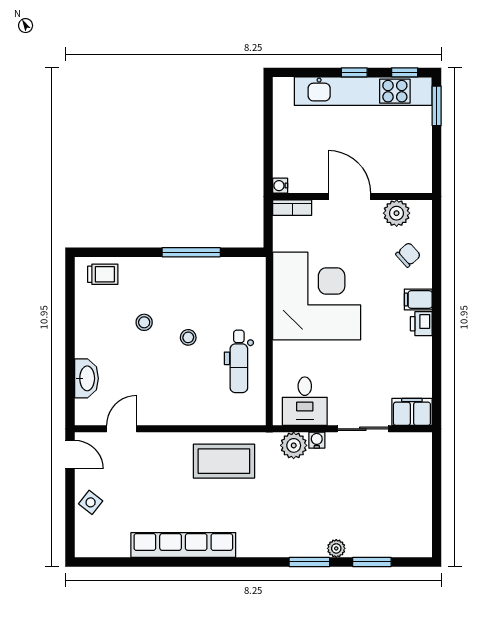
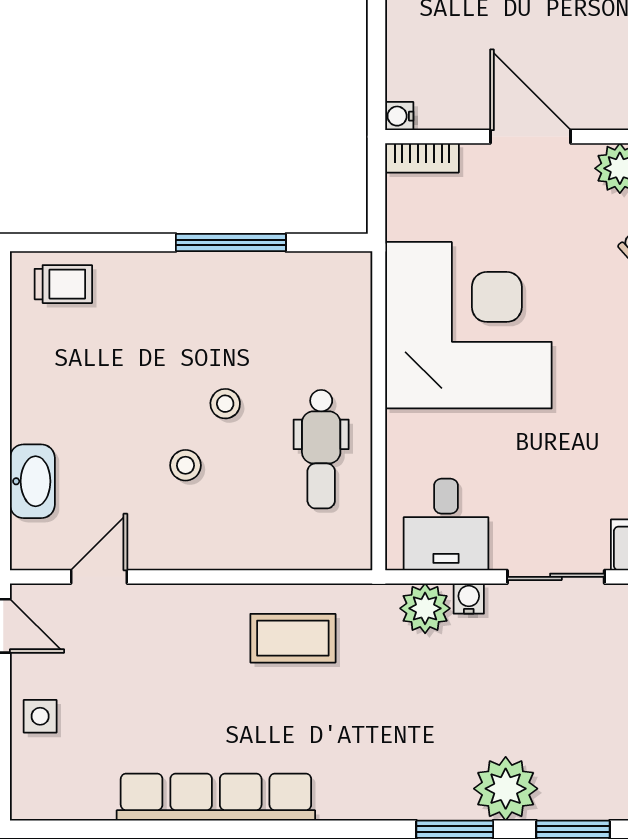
stool: (144, 322) -> (186, 465), moved
coffee table: (224, 461) -> (293, 638), width x0.73, depth x0.76
side table: (91, 502) -> (40, 716), turned -38
plant: (336, 548) -> (506, 789), width x1.88, depth x1.88

